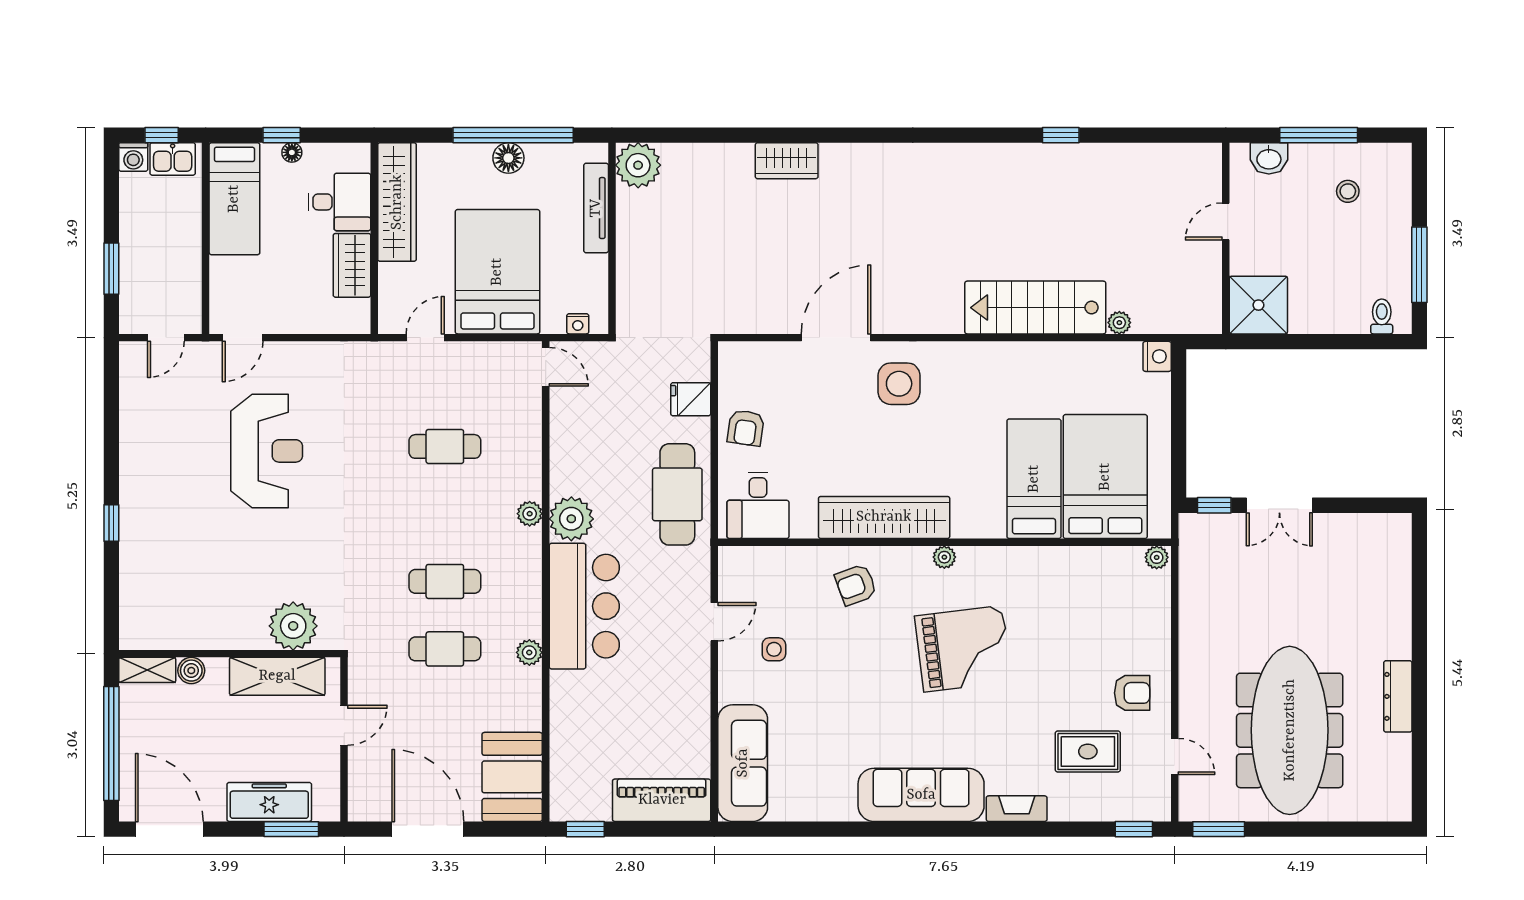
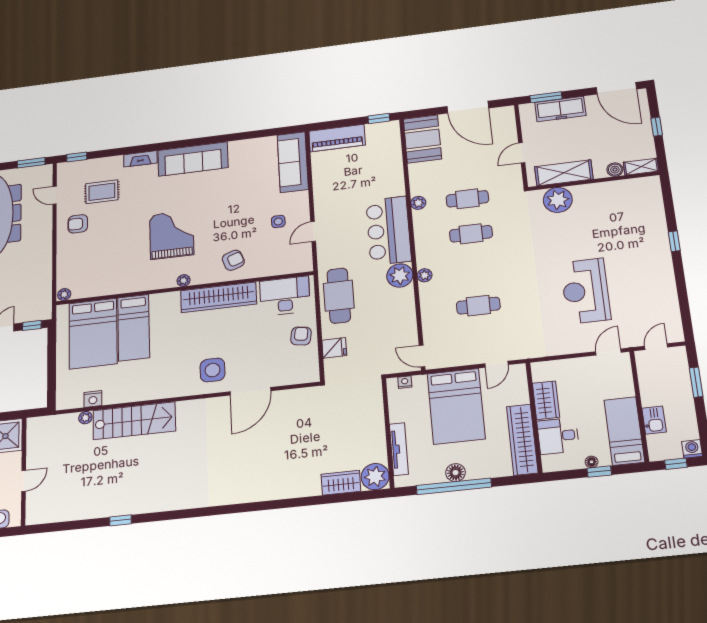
kitchen sink: (173, 159) -> (654, 420), moved, turned 90
wardrobe: (787, 161) -> (341, 483), moved
nightstand: (1157, 356) -> (93, 399), moved, turned -90
desk: (758, 505) -> (285, 296), width x1.37
grand piano: (963, 649) -> (172, 235), turned 97
window: (111, 744) -> (657, 127), width x0.32

